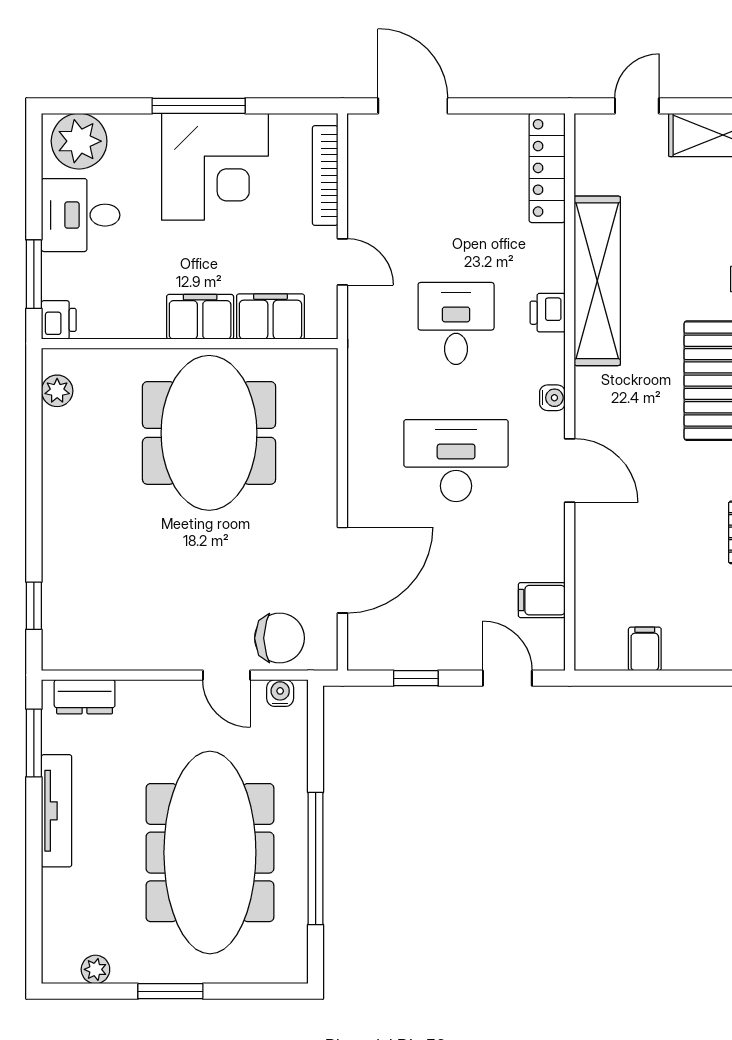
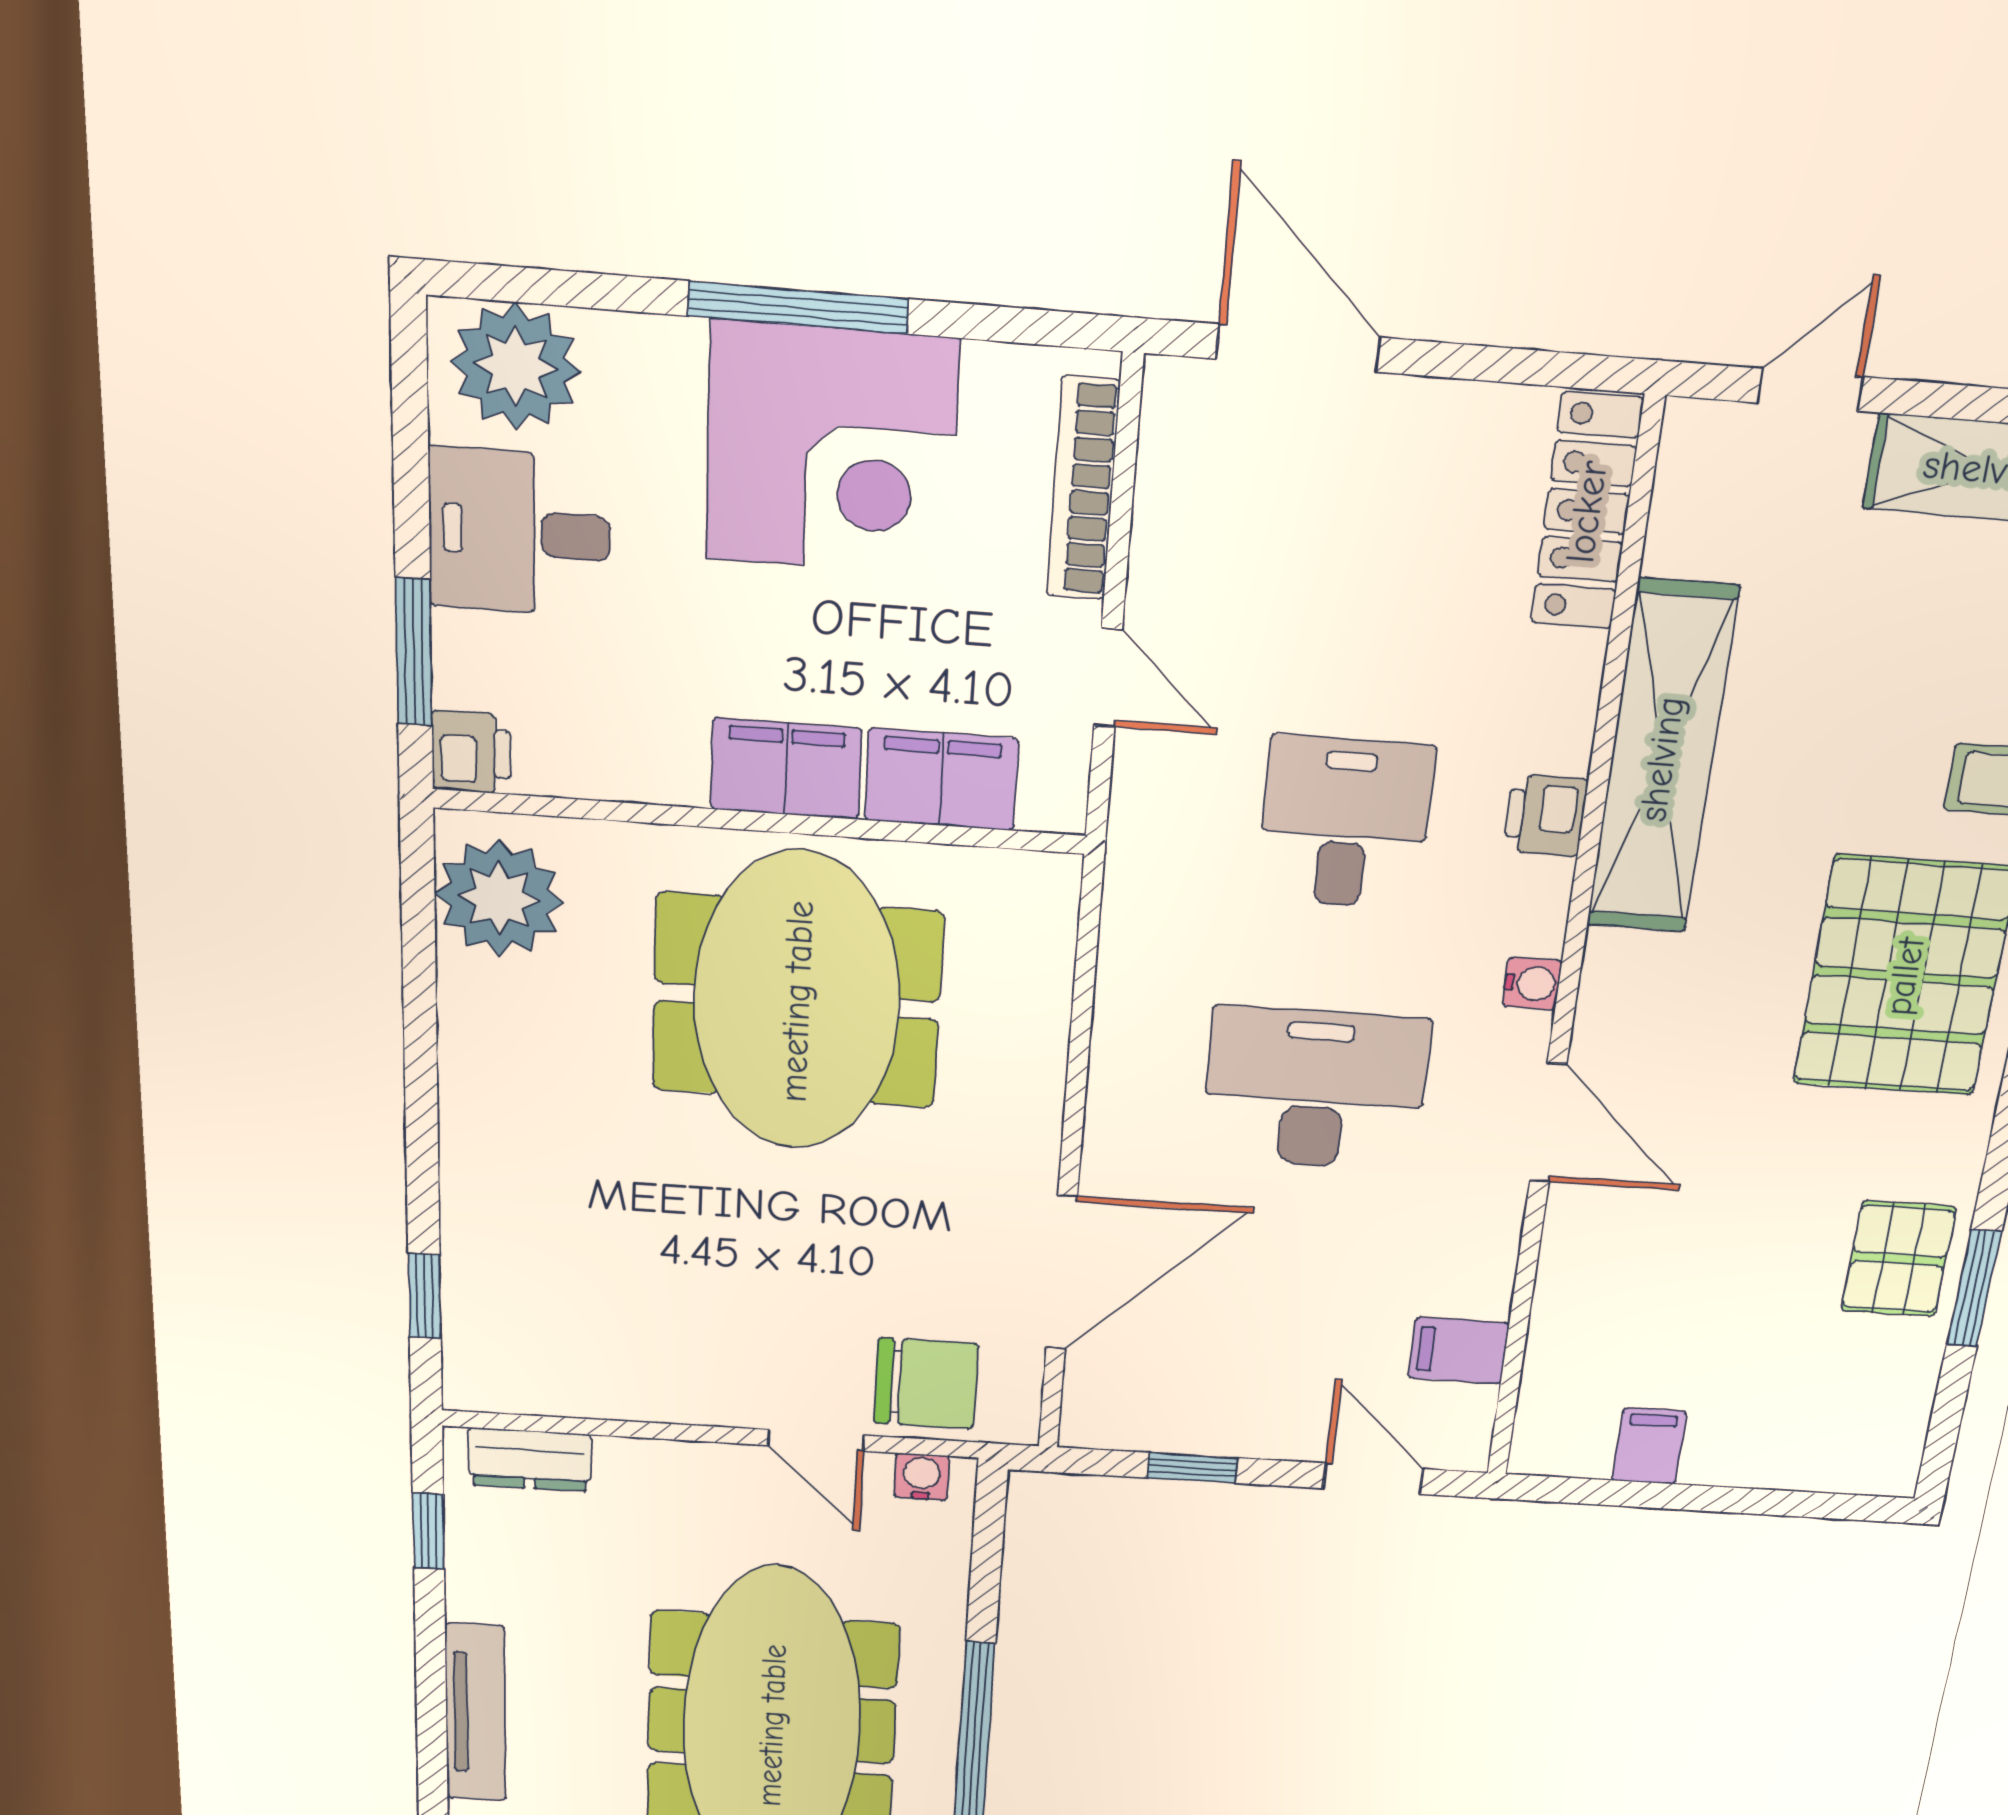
plant: (57, 391) -> (499, 898), width x1.87, depth x1.87
window: (34, 743) -> (429, 1531), width x0.67
tv unit: (57, 811) -> (476, 1713), moved

